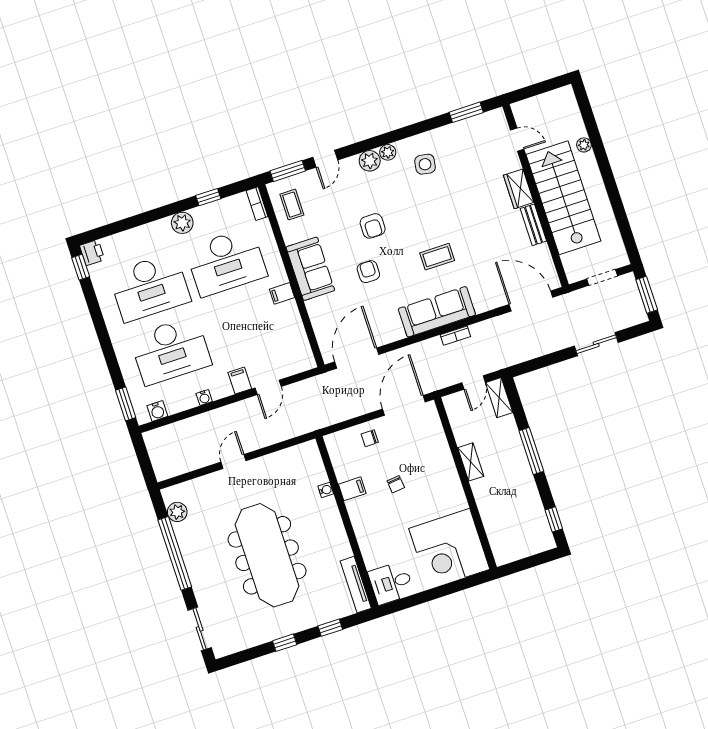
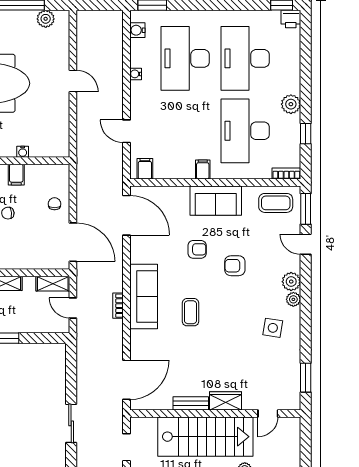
coffee table: (292, 205) -> (276, 203), width x1.36, depth x1.30
filing cabinet: (240, 381) -> (145, 169), moved, turned -90
shelving: (499, 398) -> (53, 284), moved

